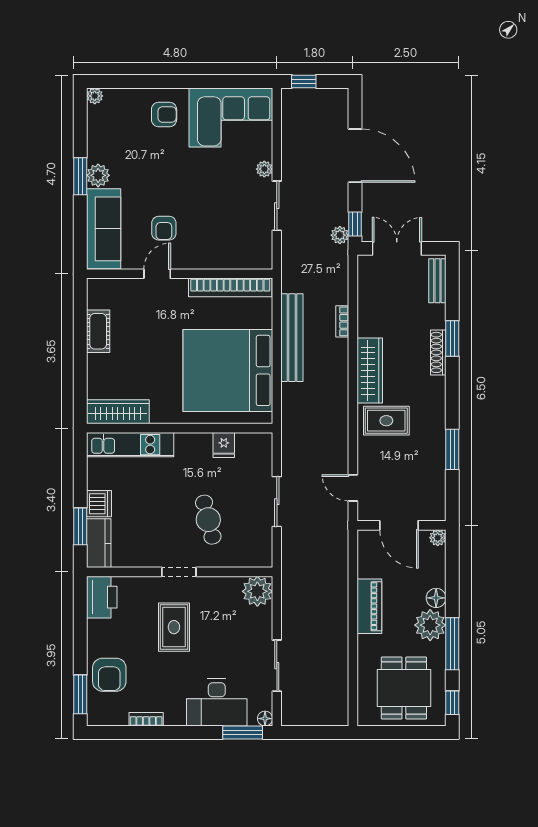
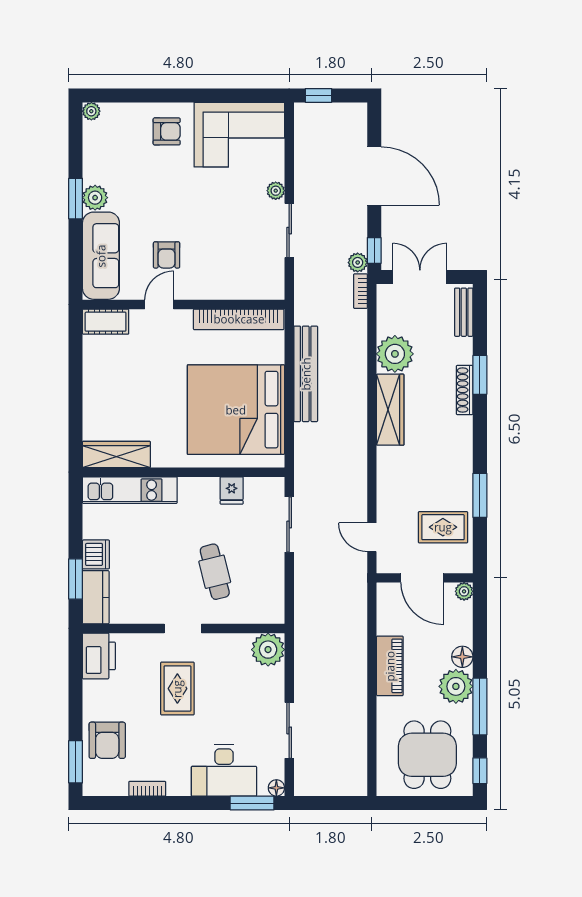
plant: (374, 319) -> (395, 354), added
bookcase: (342, 321) -> (360, 291), moved
cot: (98, 331) -> (106, 322), moved, turned 90
rug: (386, 421) -> (443, 527), moved
sliding door: (277, 502) -> (289, 525), moved

